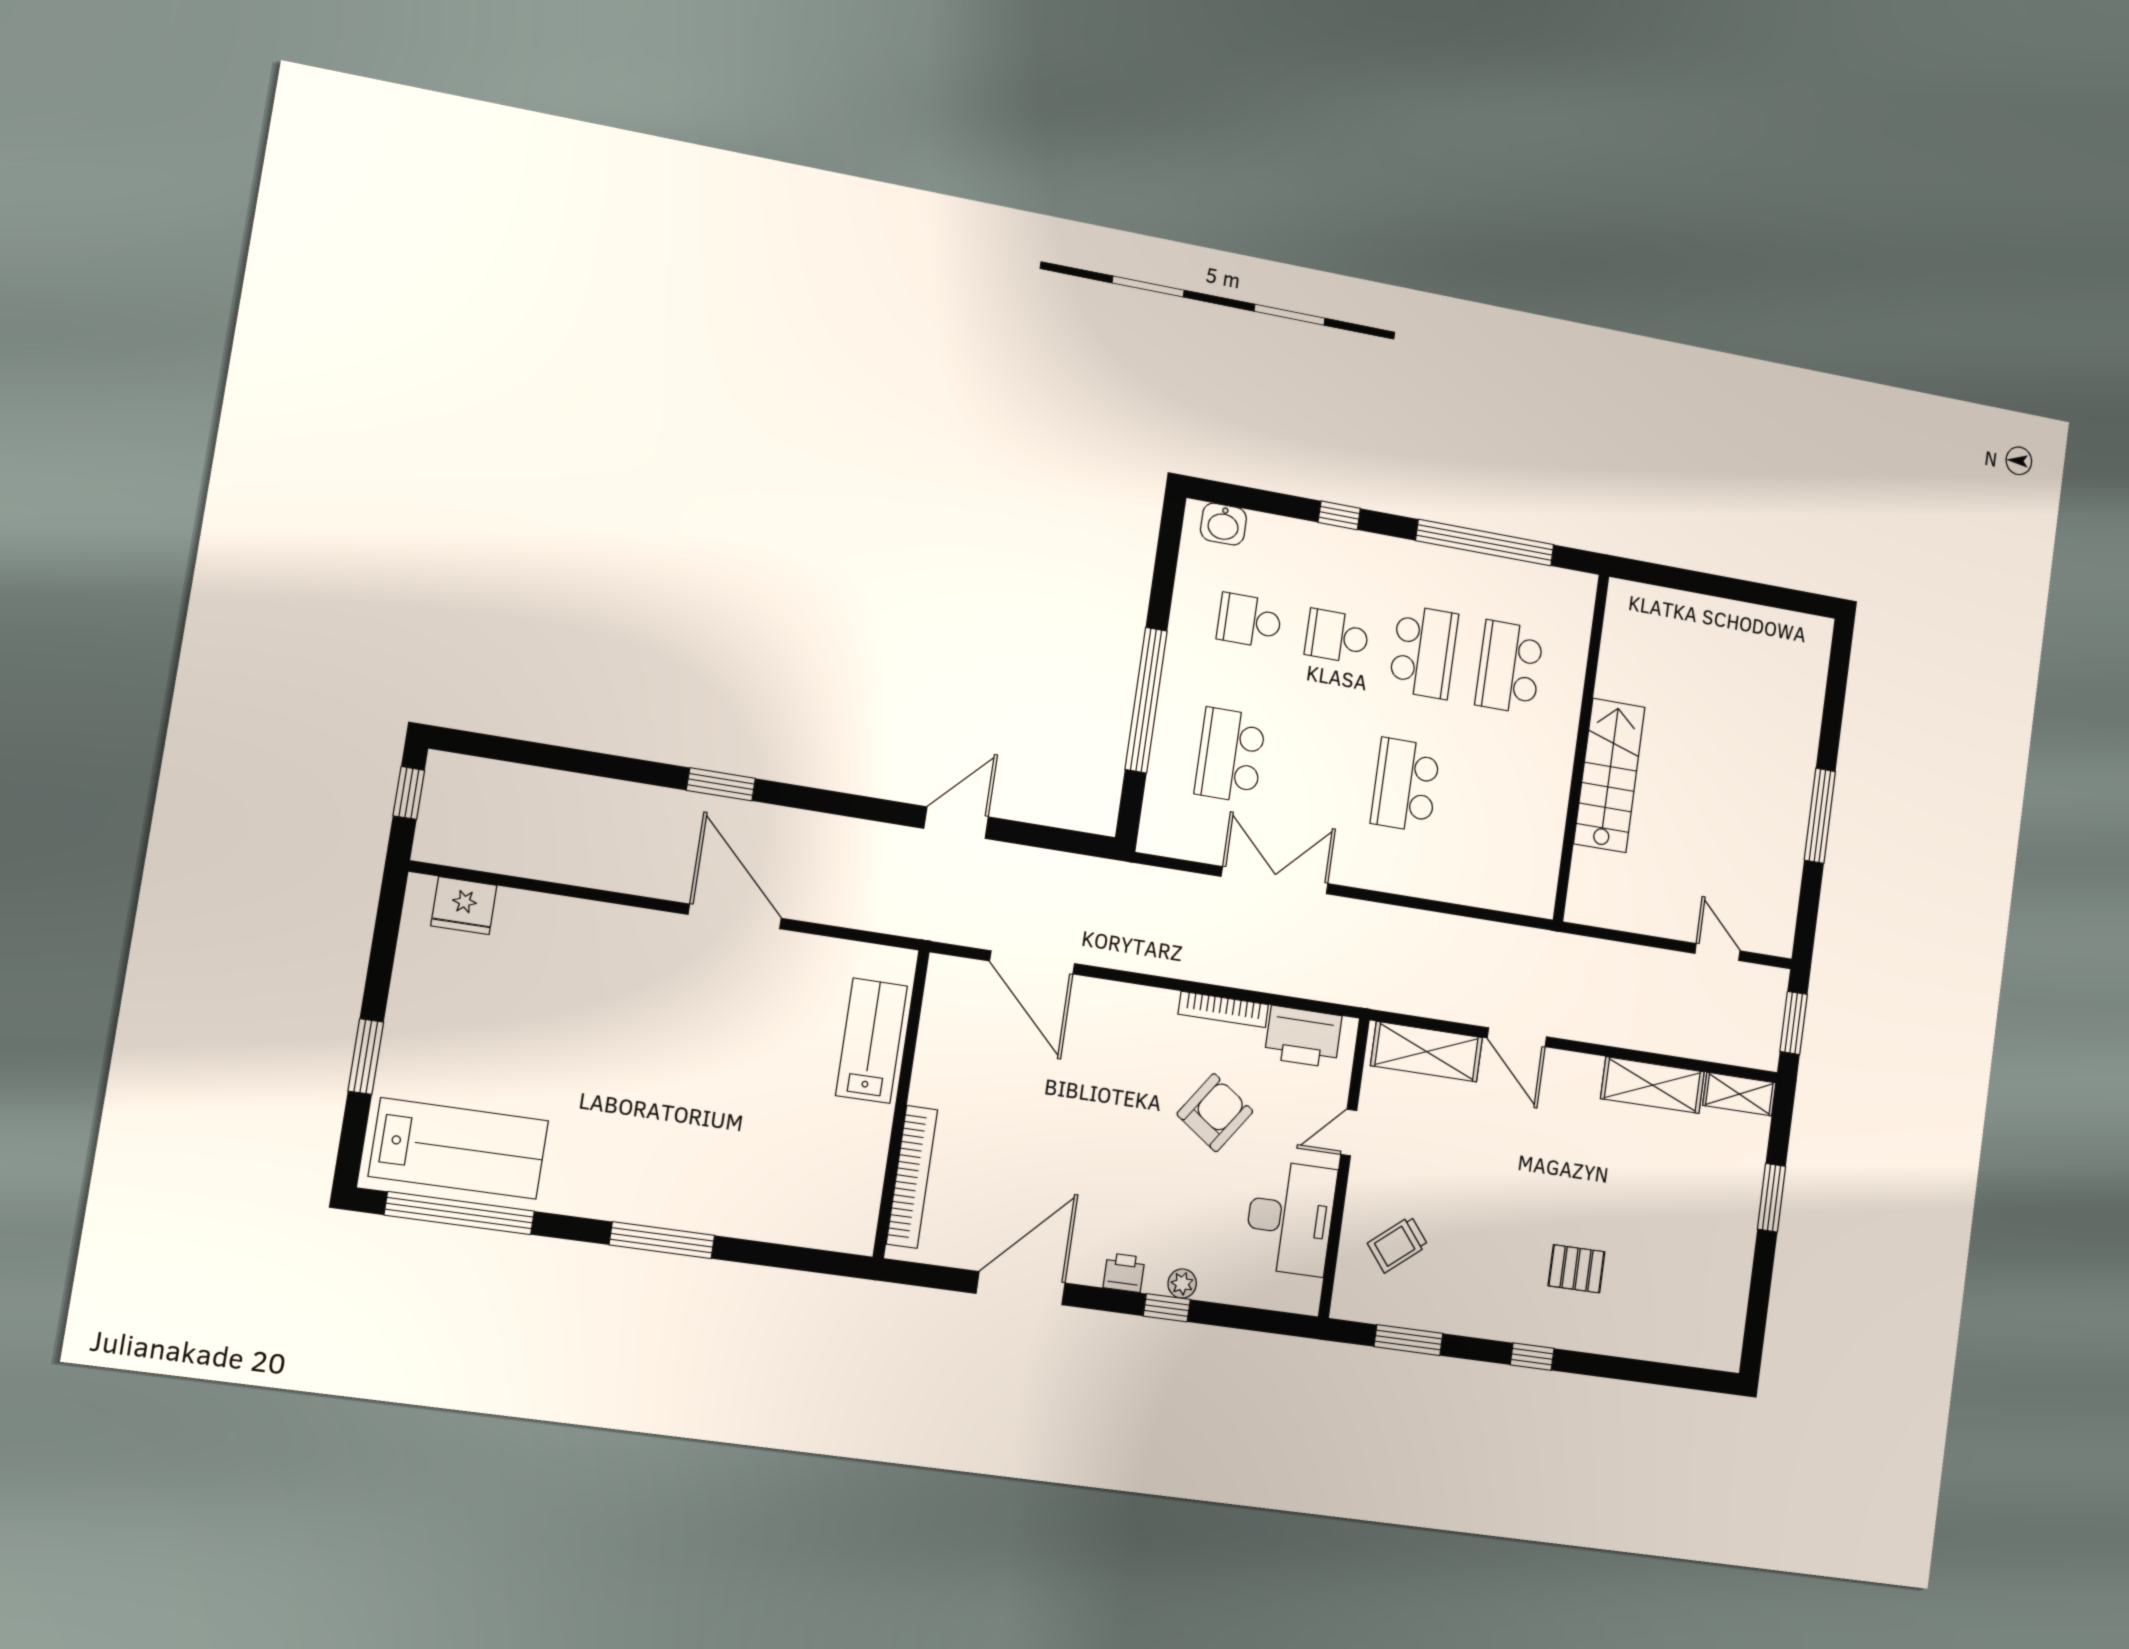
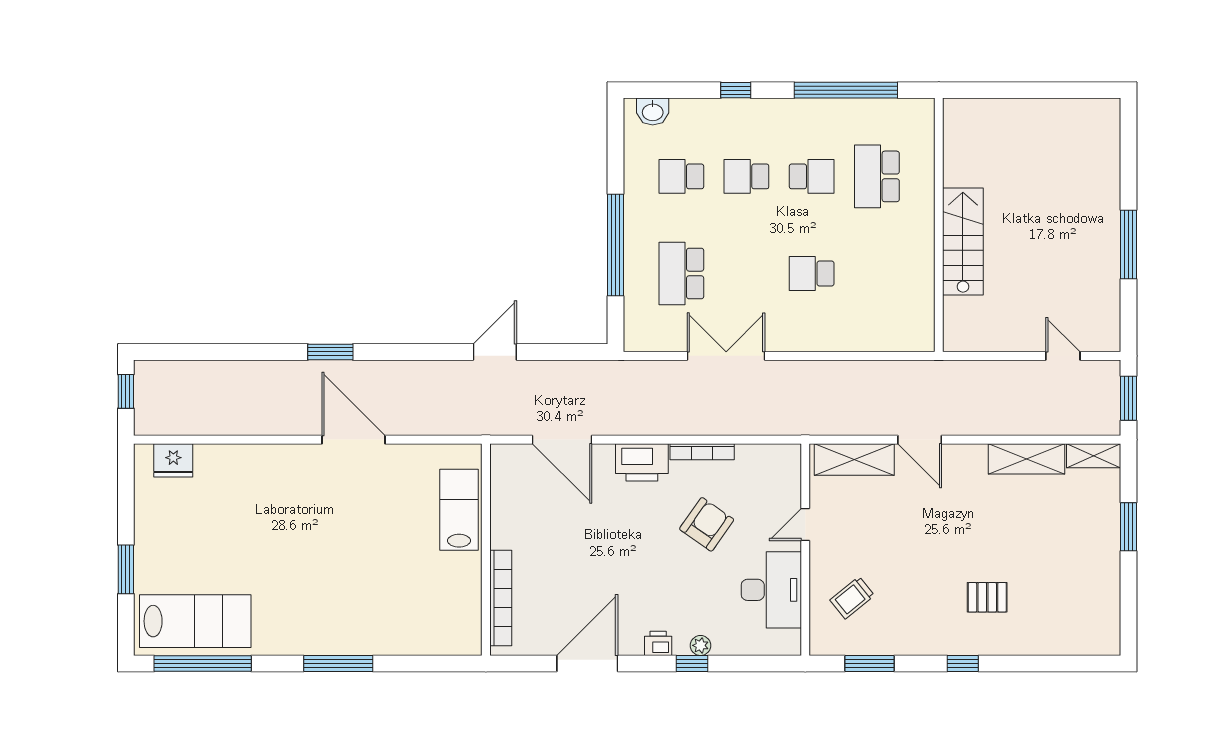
school desk: (1424, 652) -> (812, 176), width x0.54
school desk: (1405, 785) -> (812, 273), width x0.54
printer: (1303, 1037) -> (642, 462), moved

